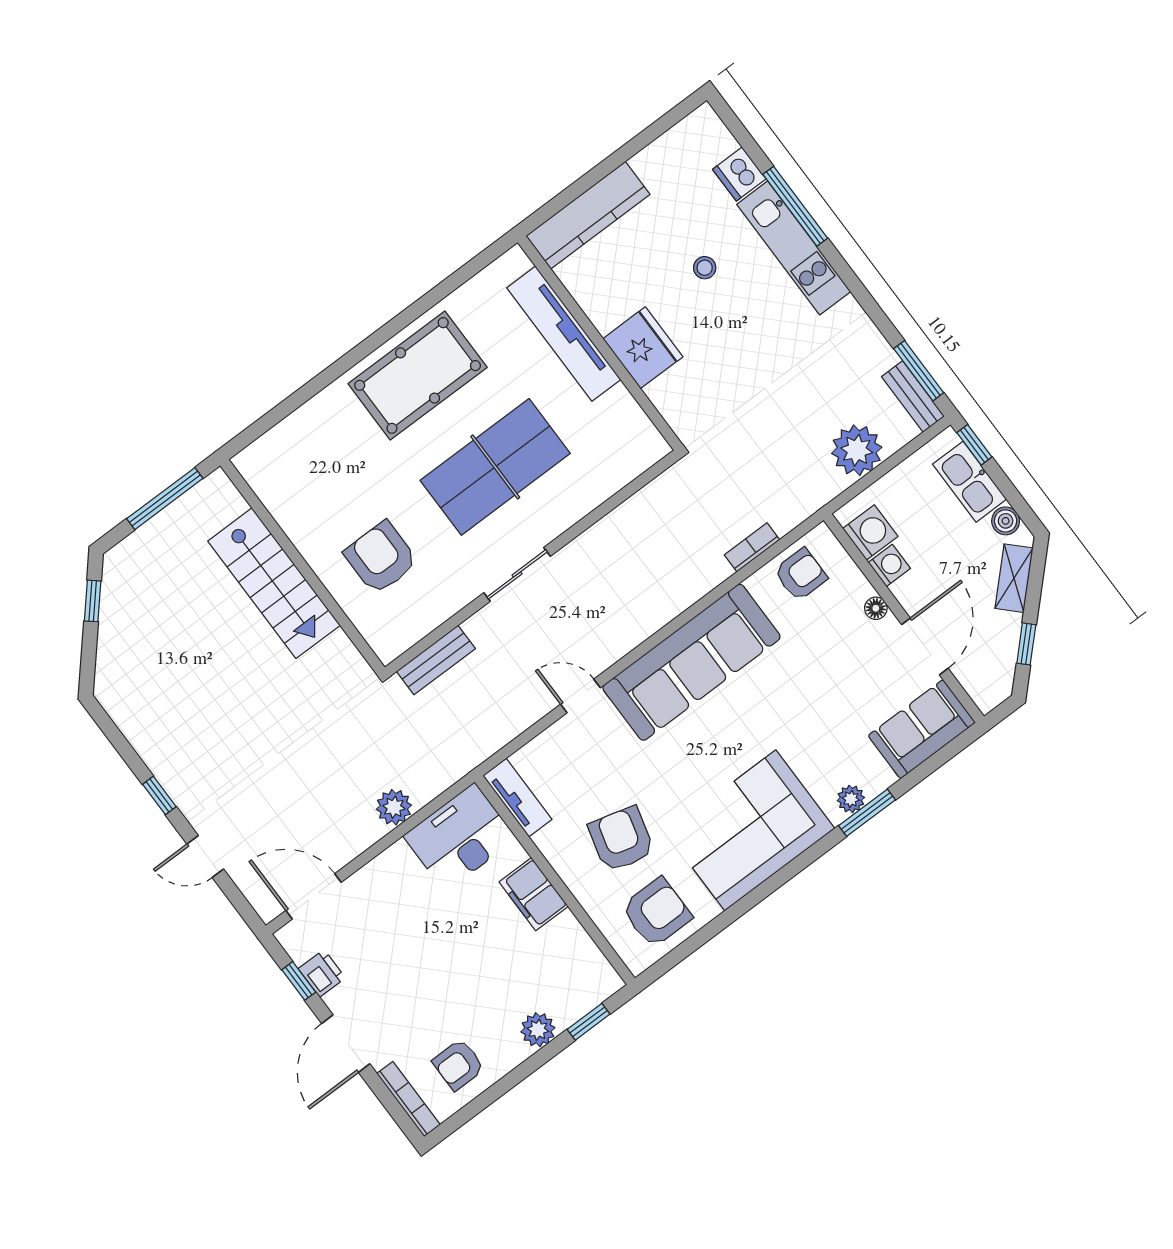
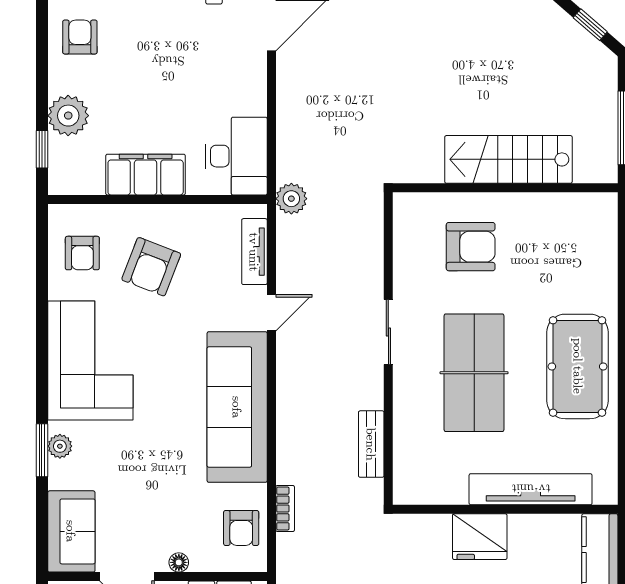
bench: (436, 660) -> (371, 444), moved
tv unit: (517, 797) -> (254, 252), moved, turned 90
plant: (394, 807) -> (291, 199), moved
armchair: (621, 839) -> (151, 267), turned 96
filing cabinet: (534, 894) -> (146, 175), width x1.50, depth x1.17
armchair: (657, 912) -> (82, 253), width x0.72, depth x0.72
plant: (538, 1030) -> (68, 116), width x1.36, depth x1.36

